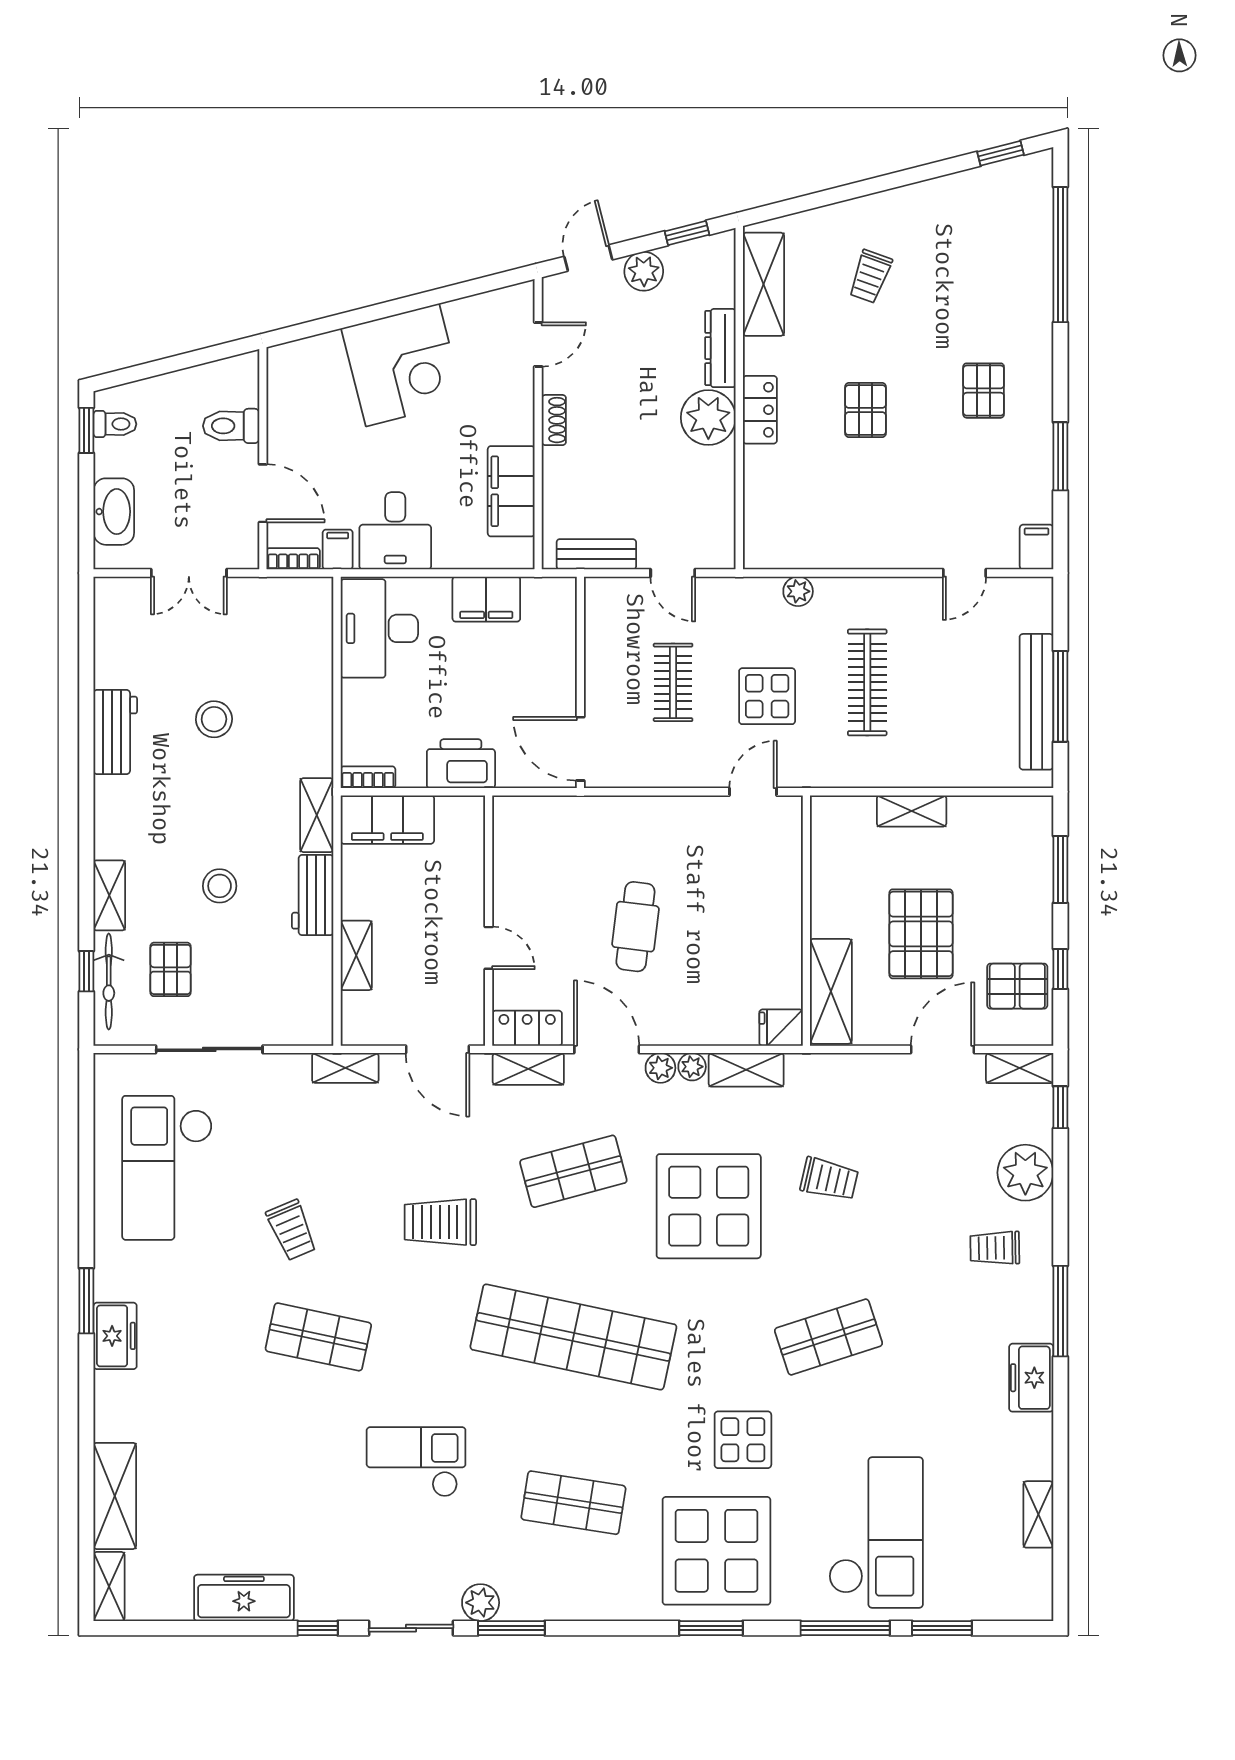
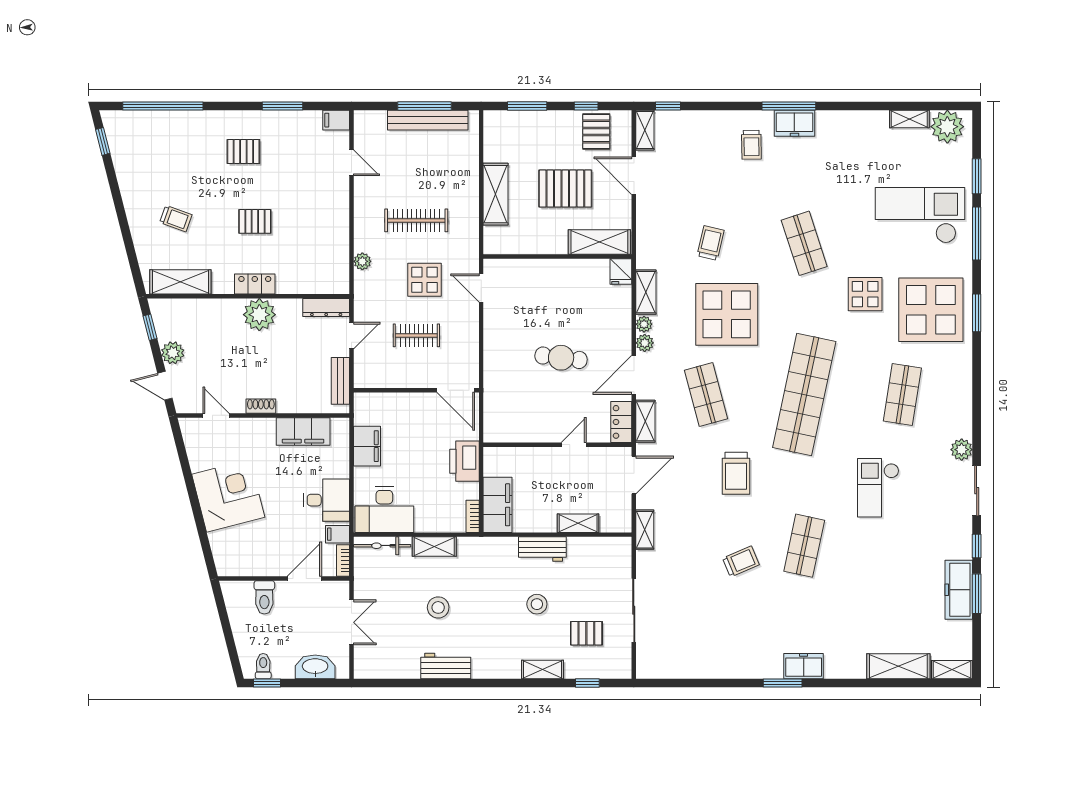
dresser: (720, 348) -> (326, 307), moved
door: (580, 749) -> (456, 390), hinge flipped
shelving: (912, 811) -> (496, 194), width x1.50, depth x1.33
shelving: (317, 815) -> (434, 547), moved
bicycle: (109, 982) -> (382, 546), moved, turned 180
checkout: (167, 1168) -> (704, 635), removed
plant: (1025, 1173) -> (947, 127), moved
freezer: (1031, 1378) -> (794, 123), moved
window: (511, 1628) -> (977, 594), moved

